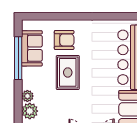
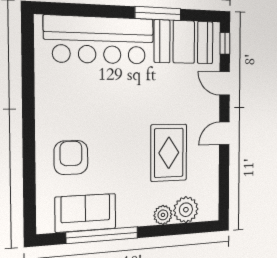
rug: (68, 72) -> (169, 153), moved, turned 90

